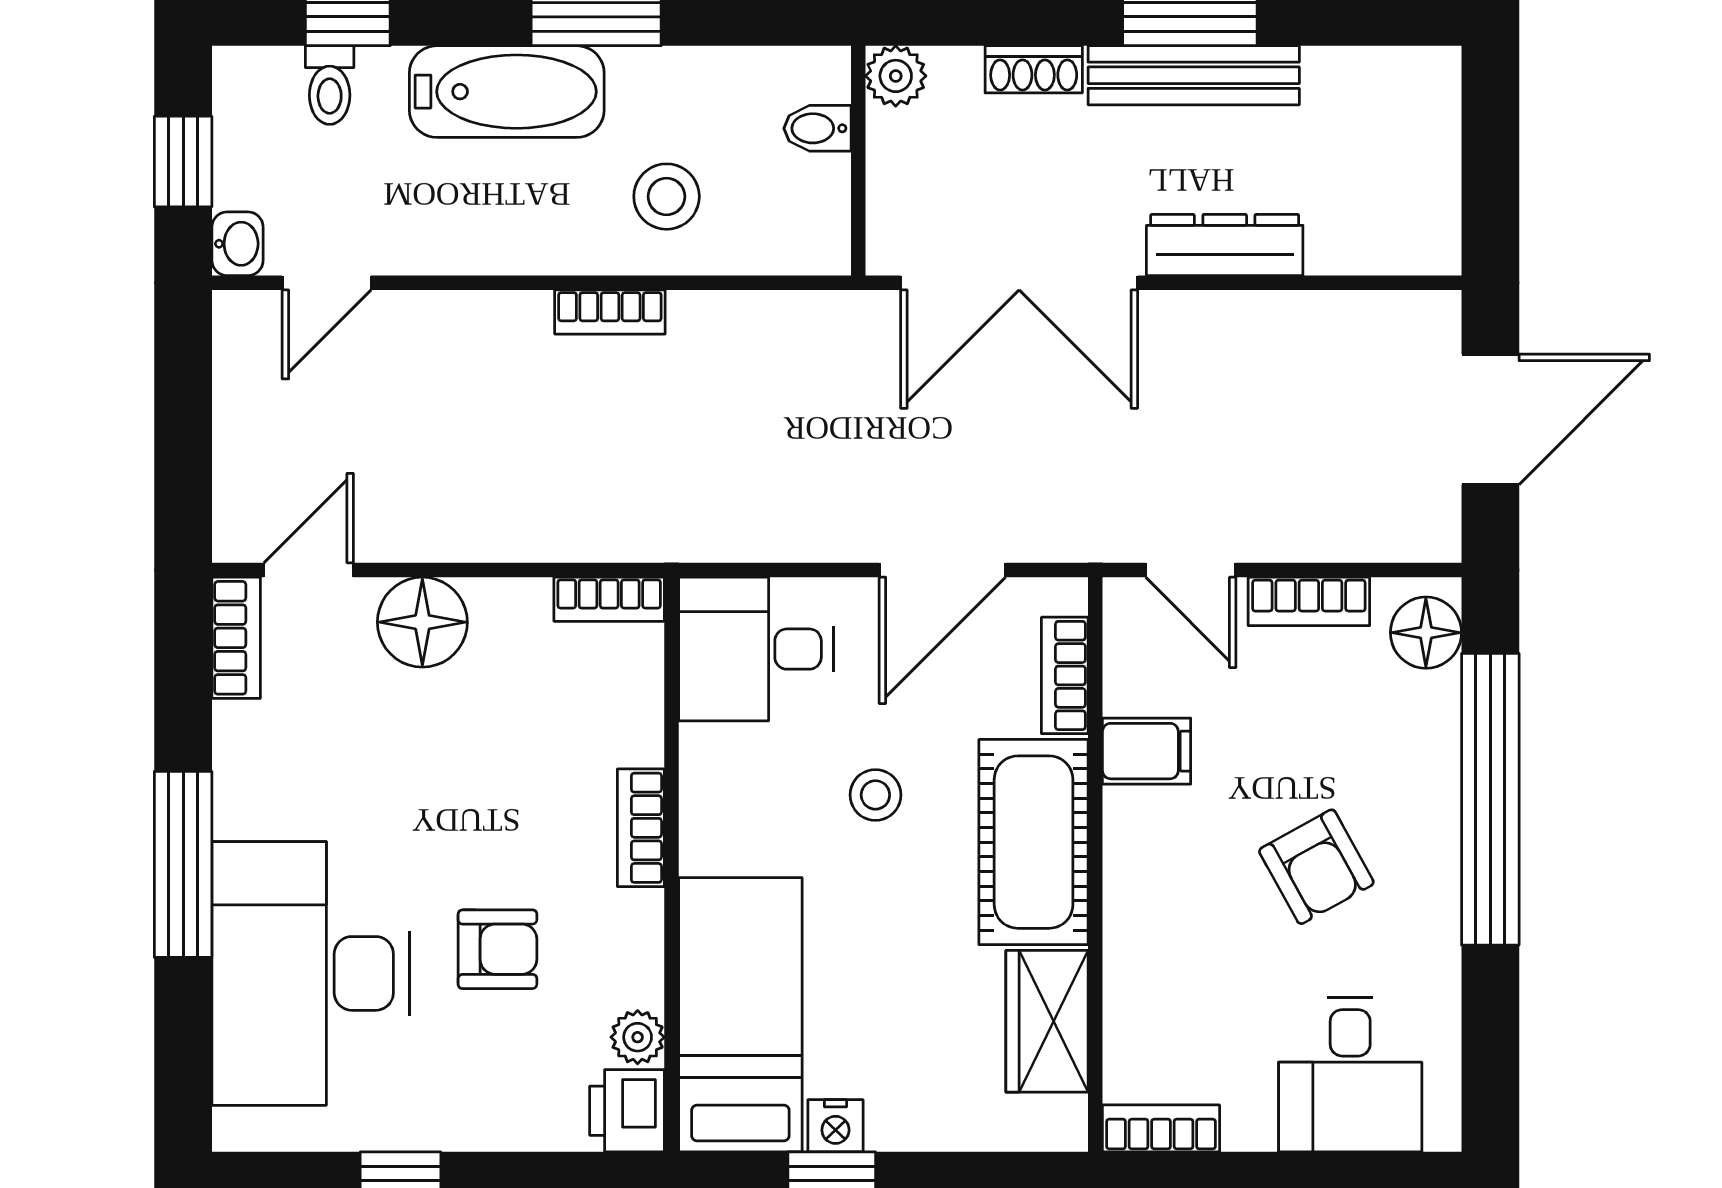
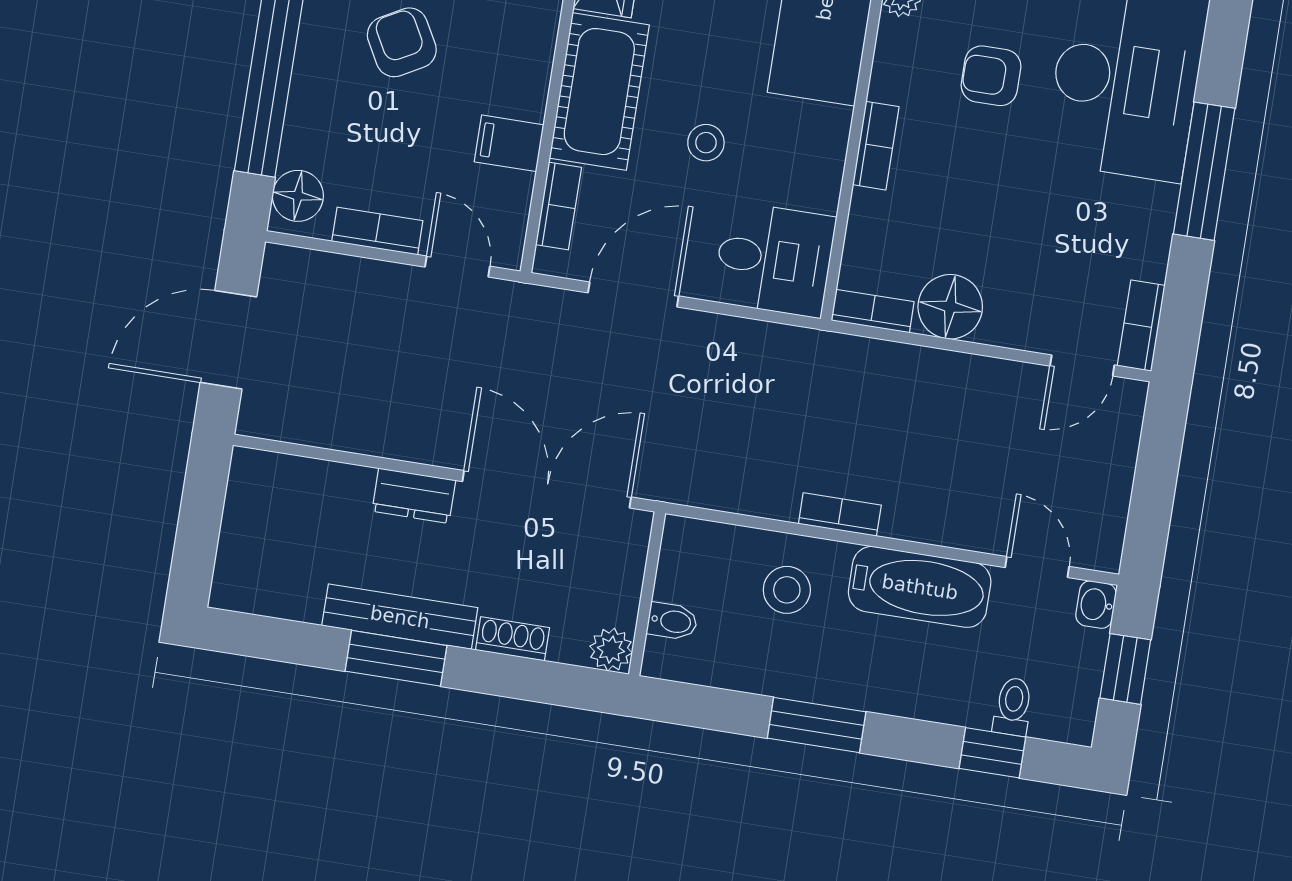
bathtub: (507, 92) -> (920, 587), moved, turned 180
dresser: (1225, 245) -> (414, 496), width x0.70
door: (327, 283) -> (1037, 567), hinge flipped
floor lamp: (422, 622) -> (950, 307), moved

